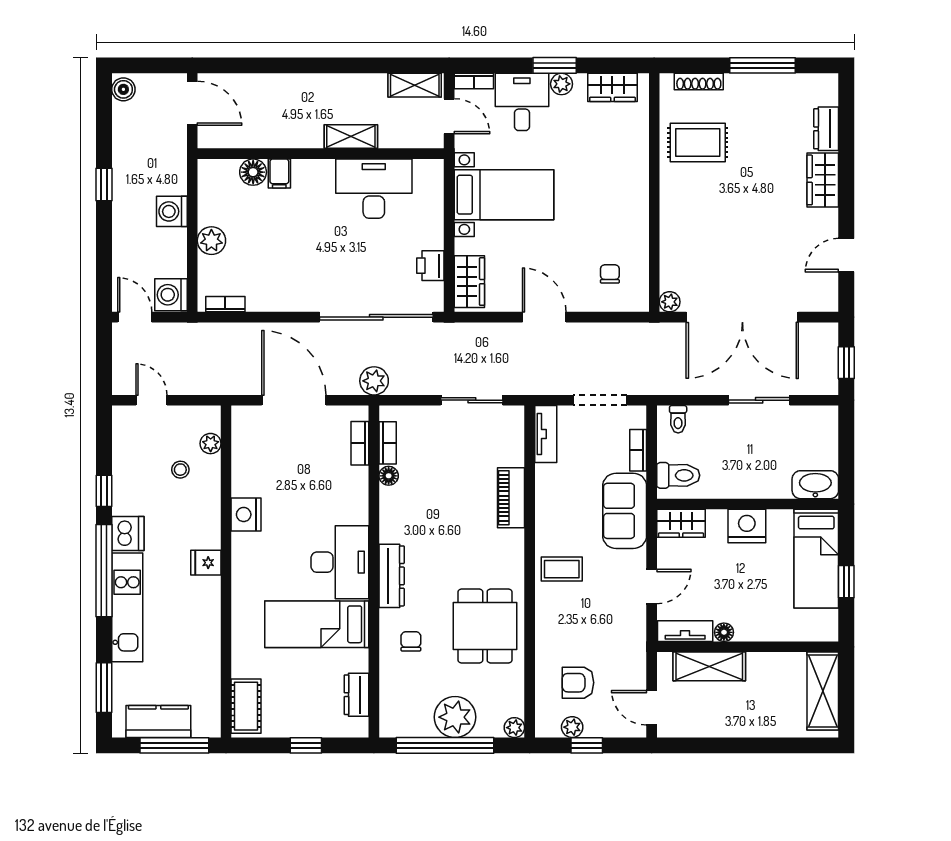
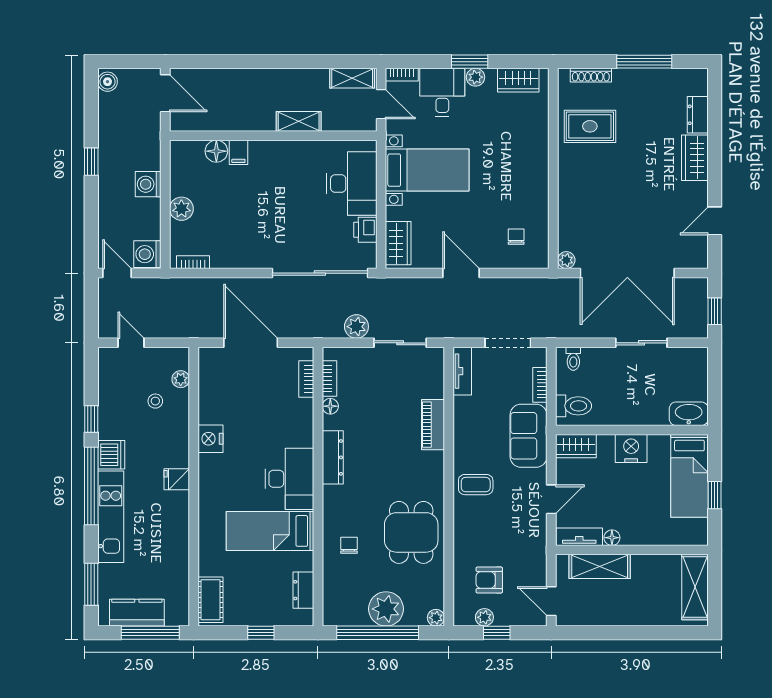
desk: (374, 189) -> (352, 184), moved, turned 90
plant: (374, 381) -> (356, 327), moved
dresser: (392, 576) -> (333, 457), moved

